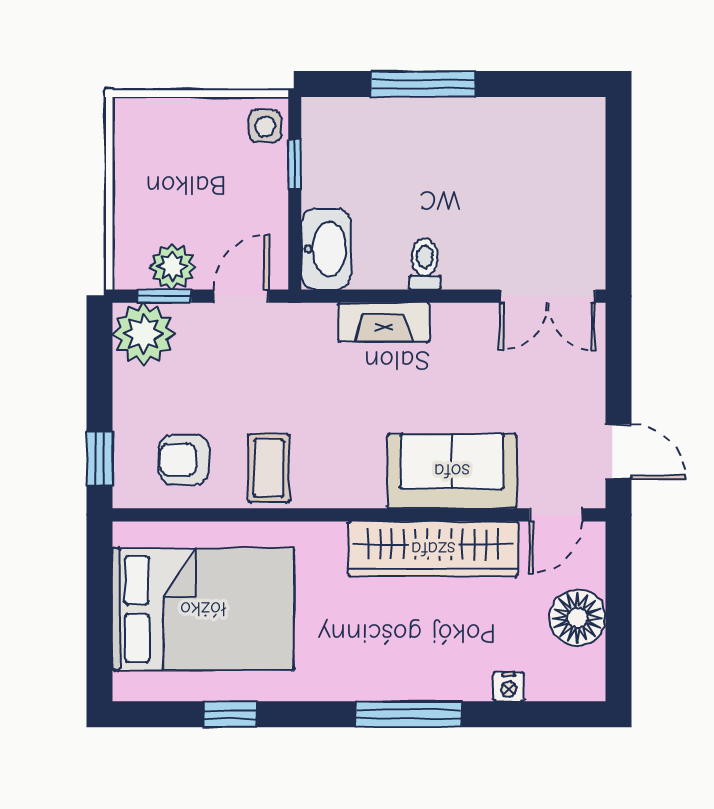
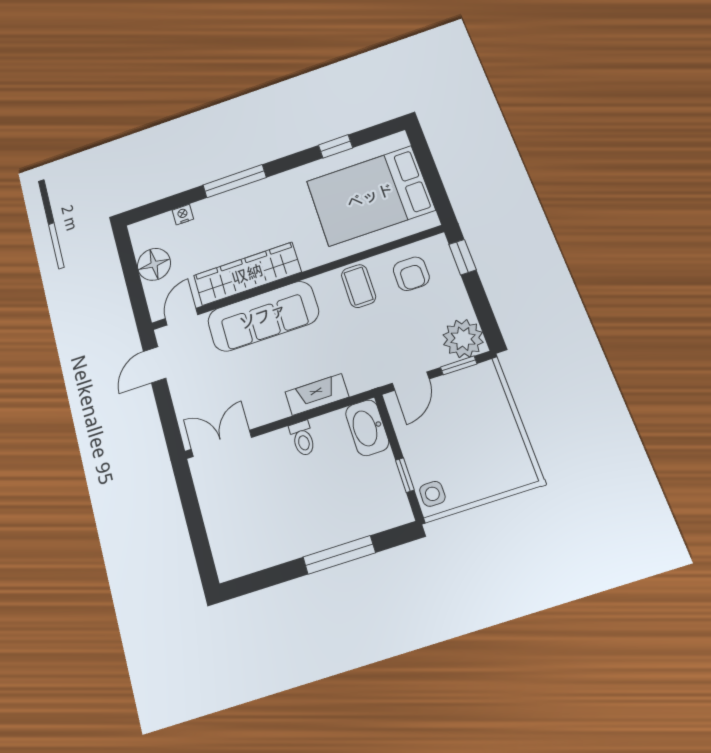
plant: (172, 267) -> (460, 385), removed
door: (618, 452) -> (155, 365), hinge flipped
armchair: (184, 460) -> (411, 274), turned 90
sofa: (452, 471) -> (263, 316), width x1.36

